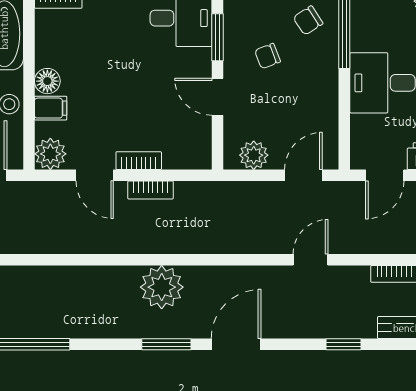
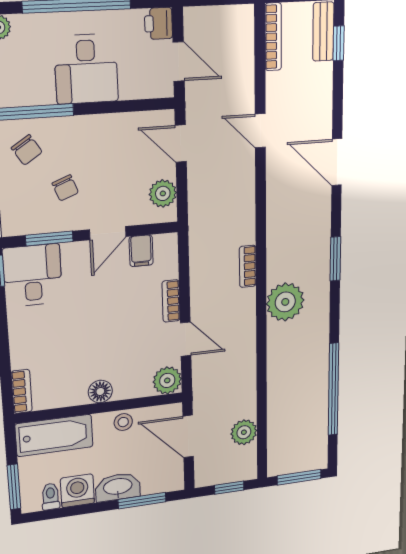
filing cabinet: (51, 108) -> (141, 251), moved, turned 180
door: (95, 175) -> (186, 339), hinge flipped
bookcase: (151, 190) -> (248, 266), moved, turned 180
plant: (162, 287) -> (285, 302), moved
door: (236, 344) -> (337, 162), moved
window: (343, 344) -> (339, 43), moved

